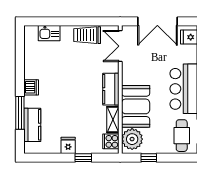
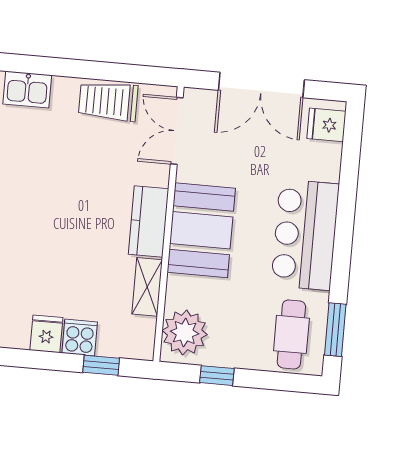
booth: (136, 106) -> (201, 230), moved
cooker: (111, 141) -> (80, 337), moved, turned 90
window: (83, 158) -> (101, 365), moved

